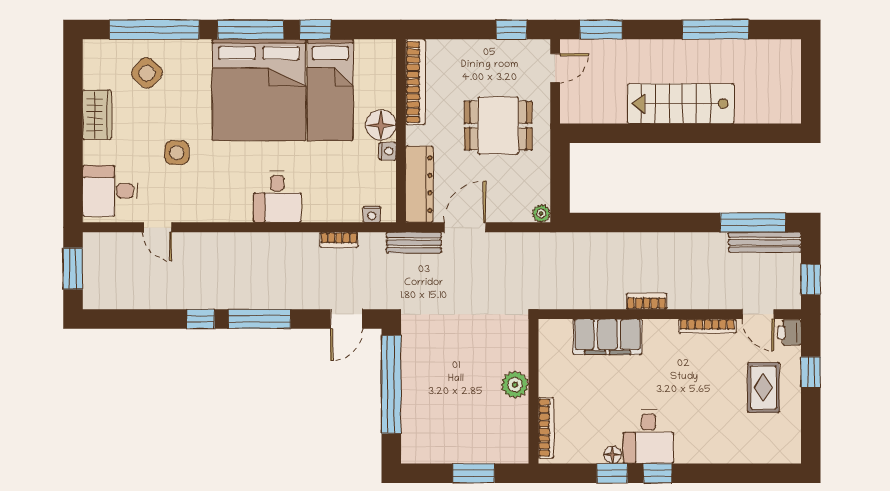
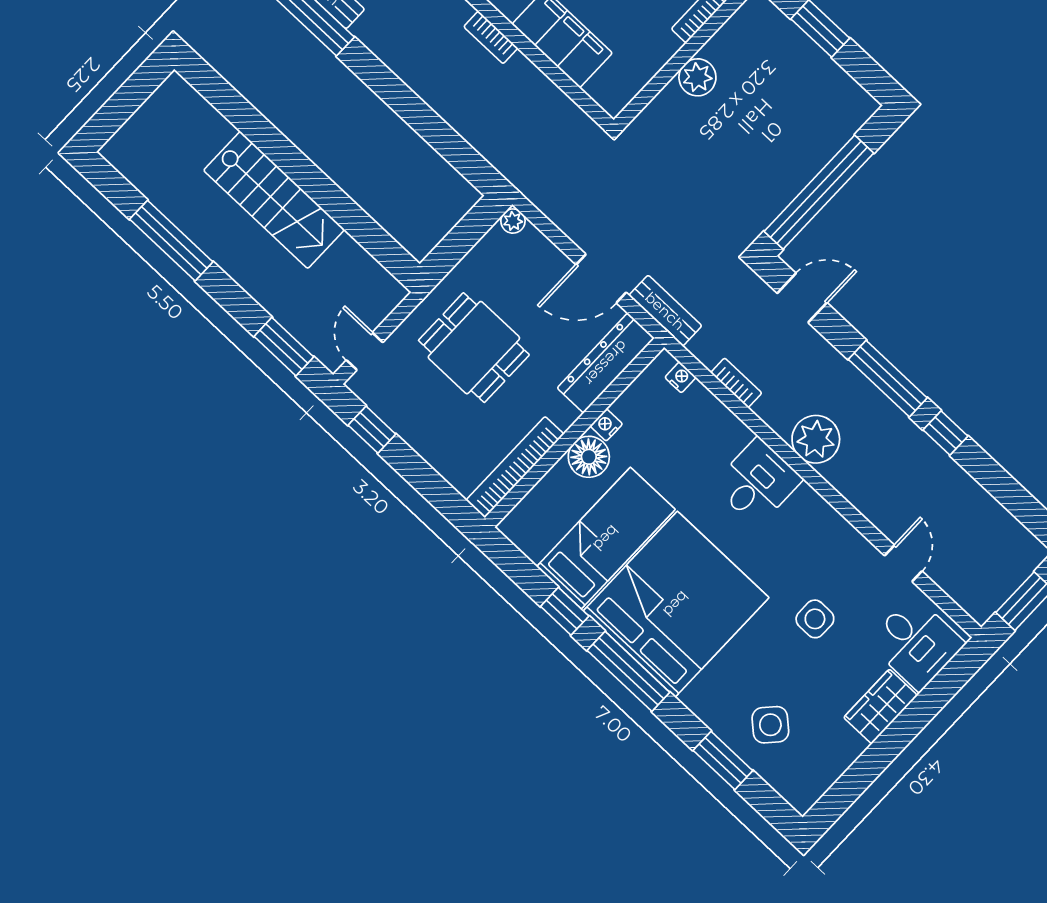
window: (154, 30) -> (723, 760), width x0.47
door: (555, 68) -> (365, 351), hinge flipped
wardrobe: (97, 115) -> (881, 706), moved
plant: (267, 250) -> (816, 439), added

